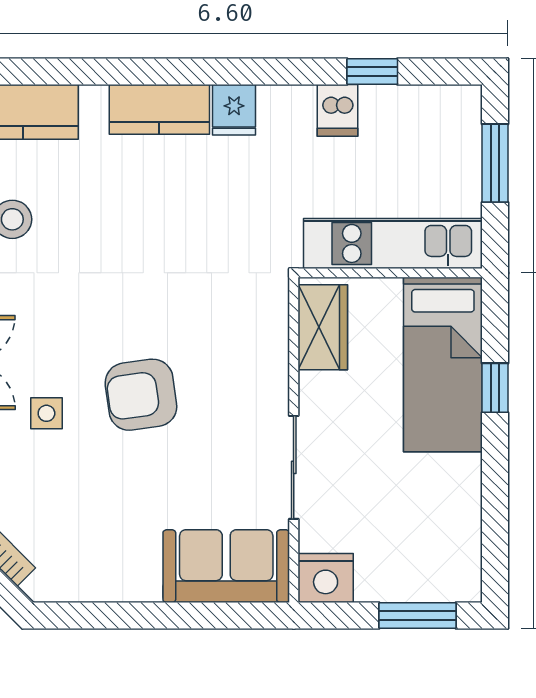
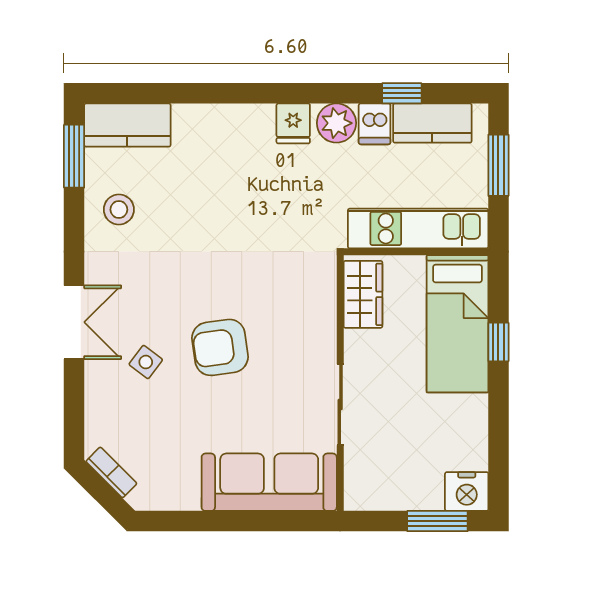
kitchen counter: (159, 109) -> (432, 123), moved
plant: (289, 109) -> (336, 123), added
side table: (46, 413) -> (146, 362), turned 37
sofa: (226, 566) -> (269, 482), width x1.36
nightstand: (326, 578) -> (467, 492), moved

